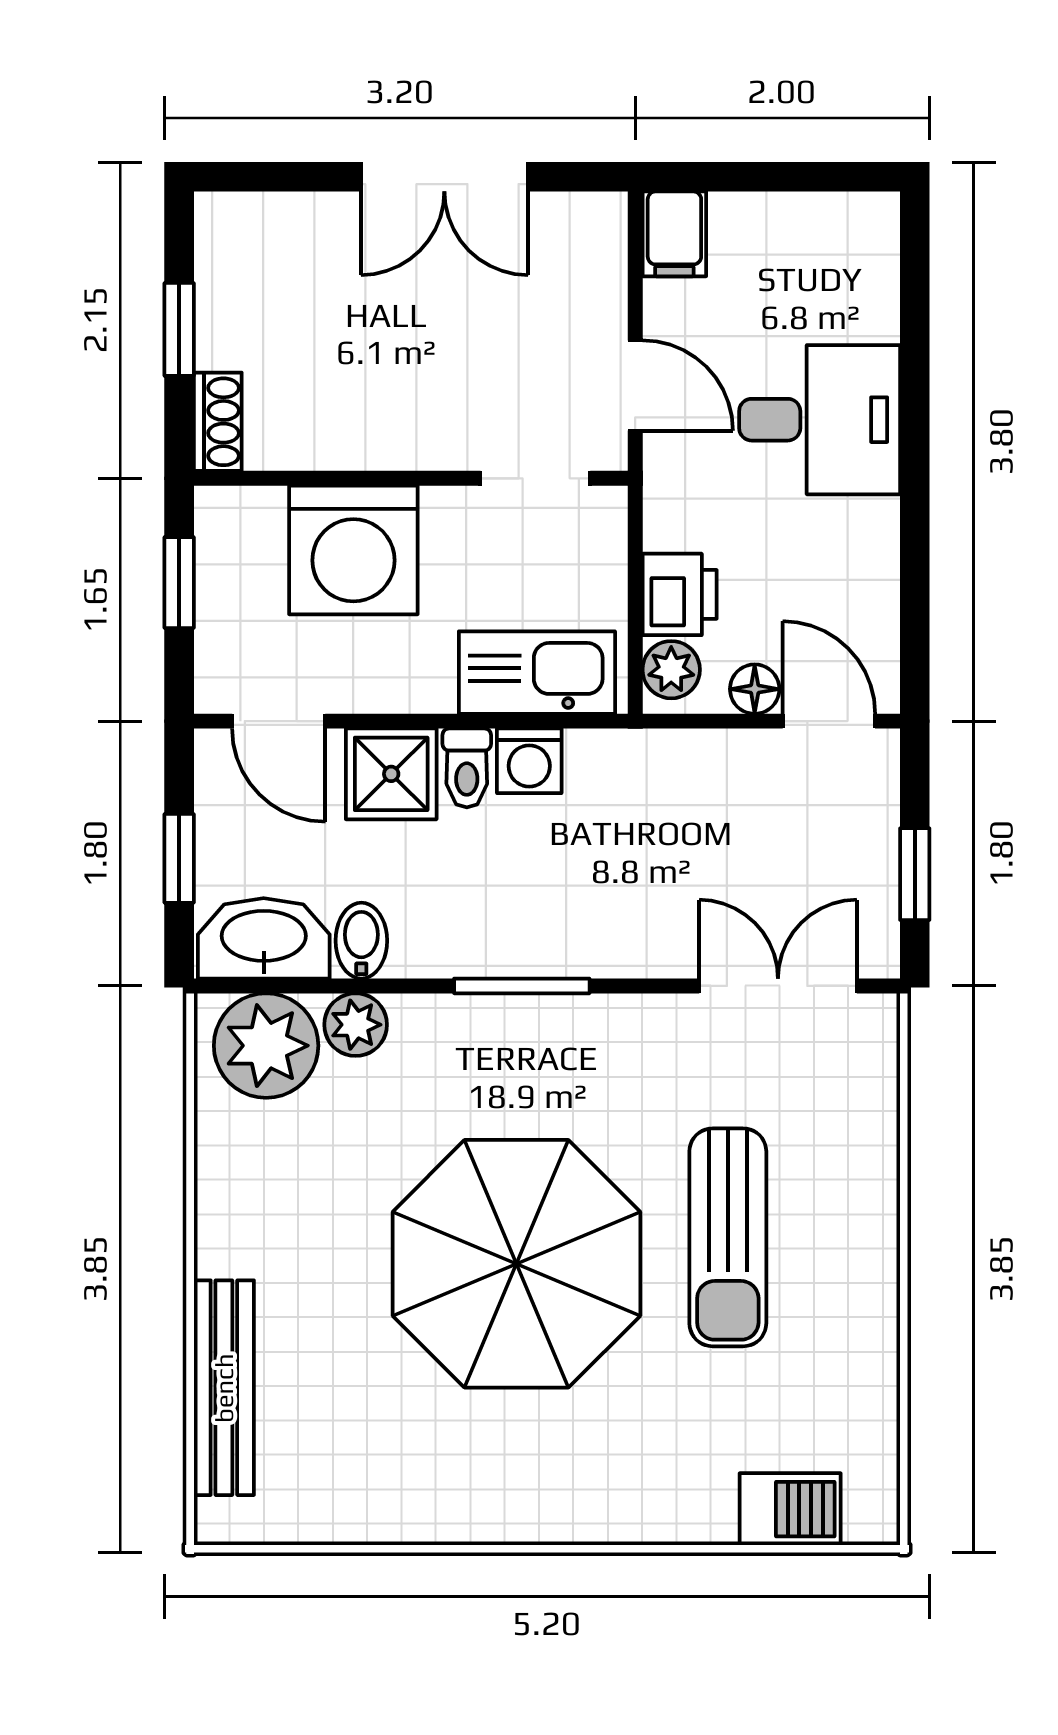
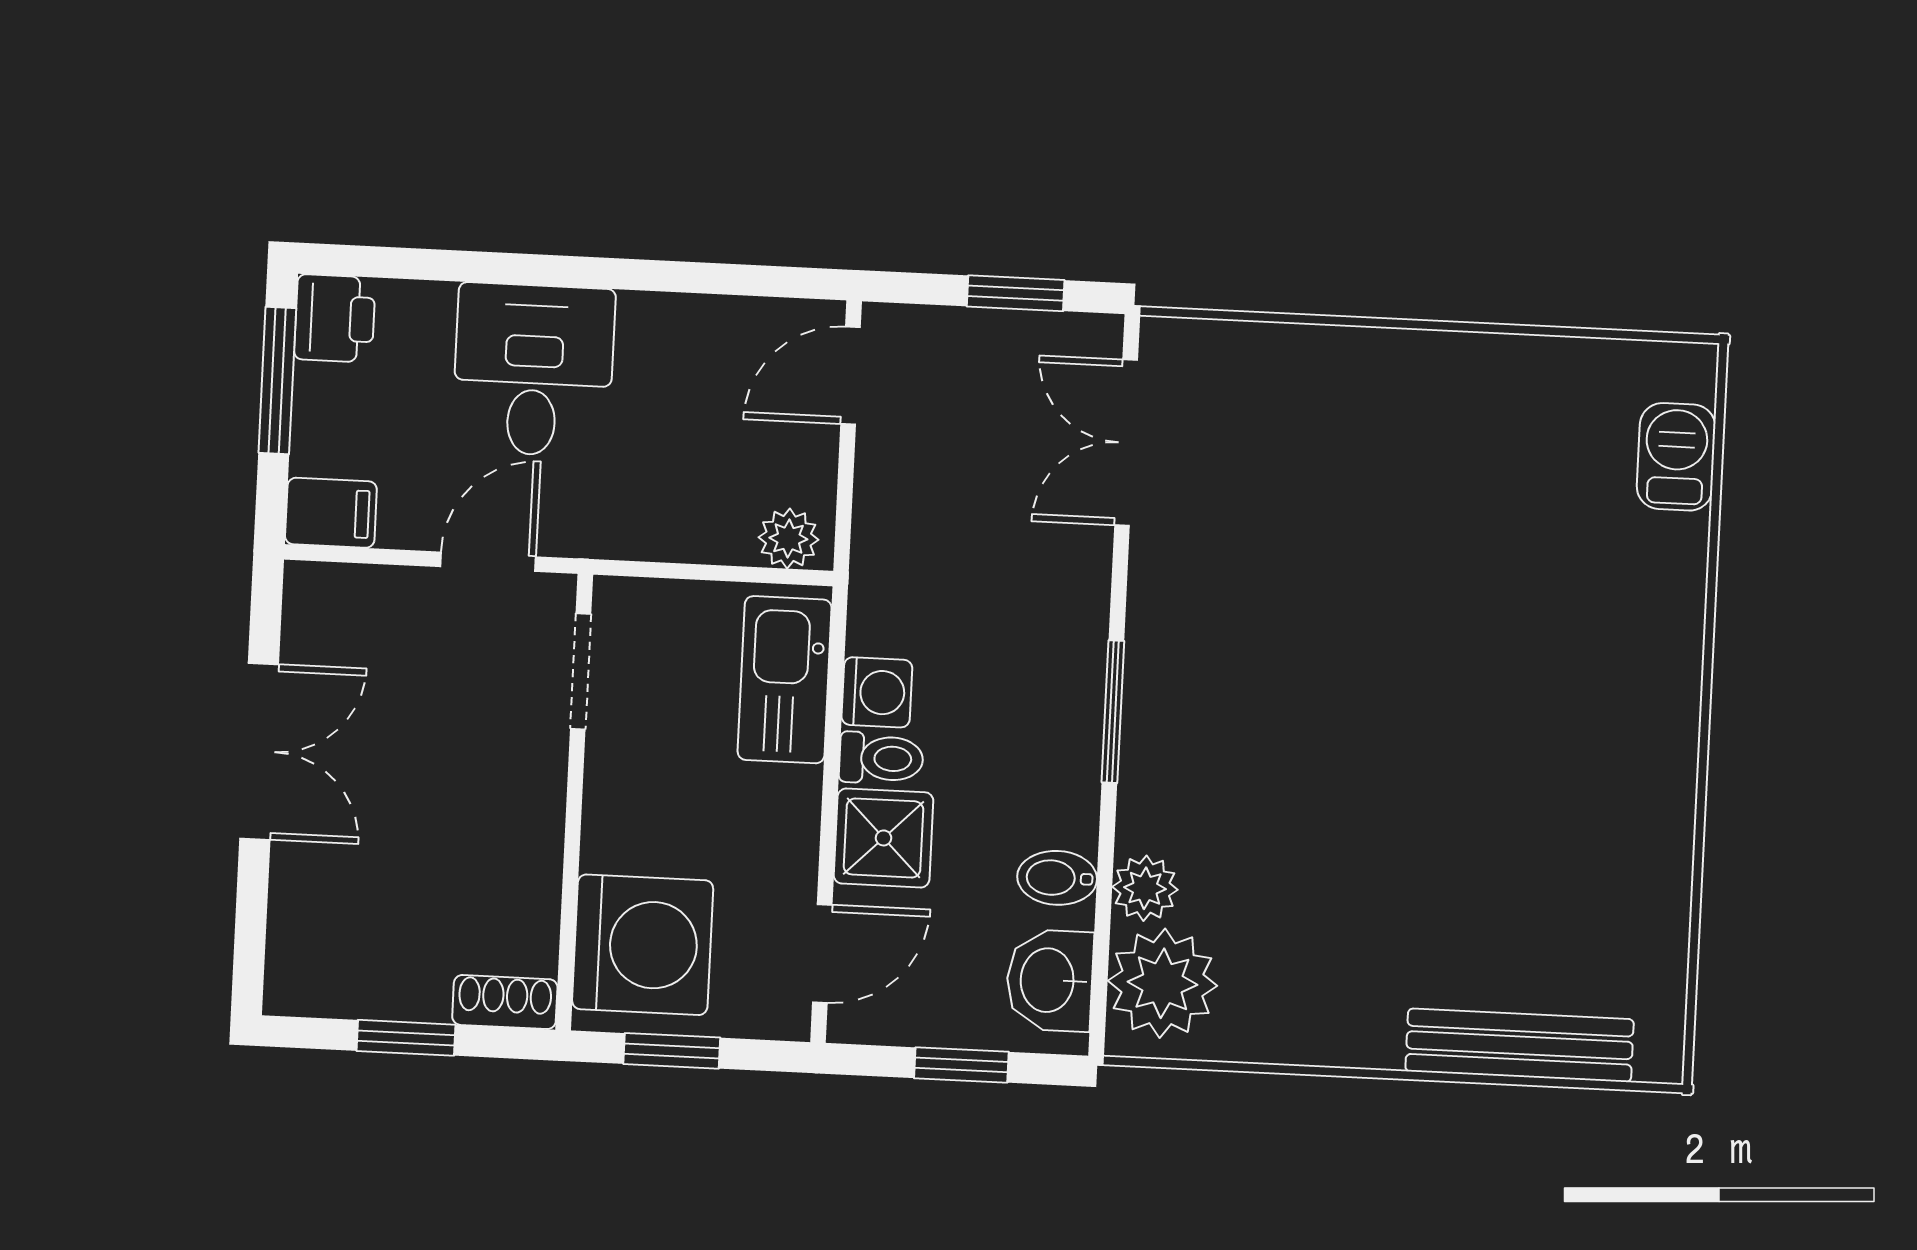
window: (798, 177) -> (277, 380), added
washing machine: (353, 550) -> (643, 945), moved
printer: (680, 594) -> (335, 318), moved, turned 90
floor lamp: (755, 689) -> (813, 452), removed
washbasin: (264, 938) -> (1050, 980), width x0.72
sun lounger: (728, 1237) -> (1387, 508), removed
parasol: (516, 1264) -> (1404, 732), removed

